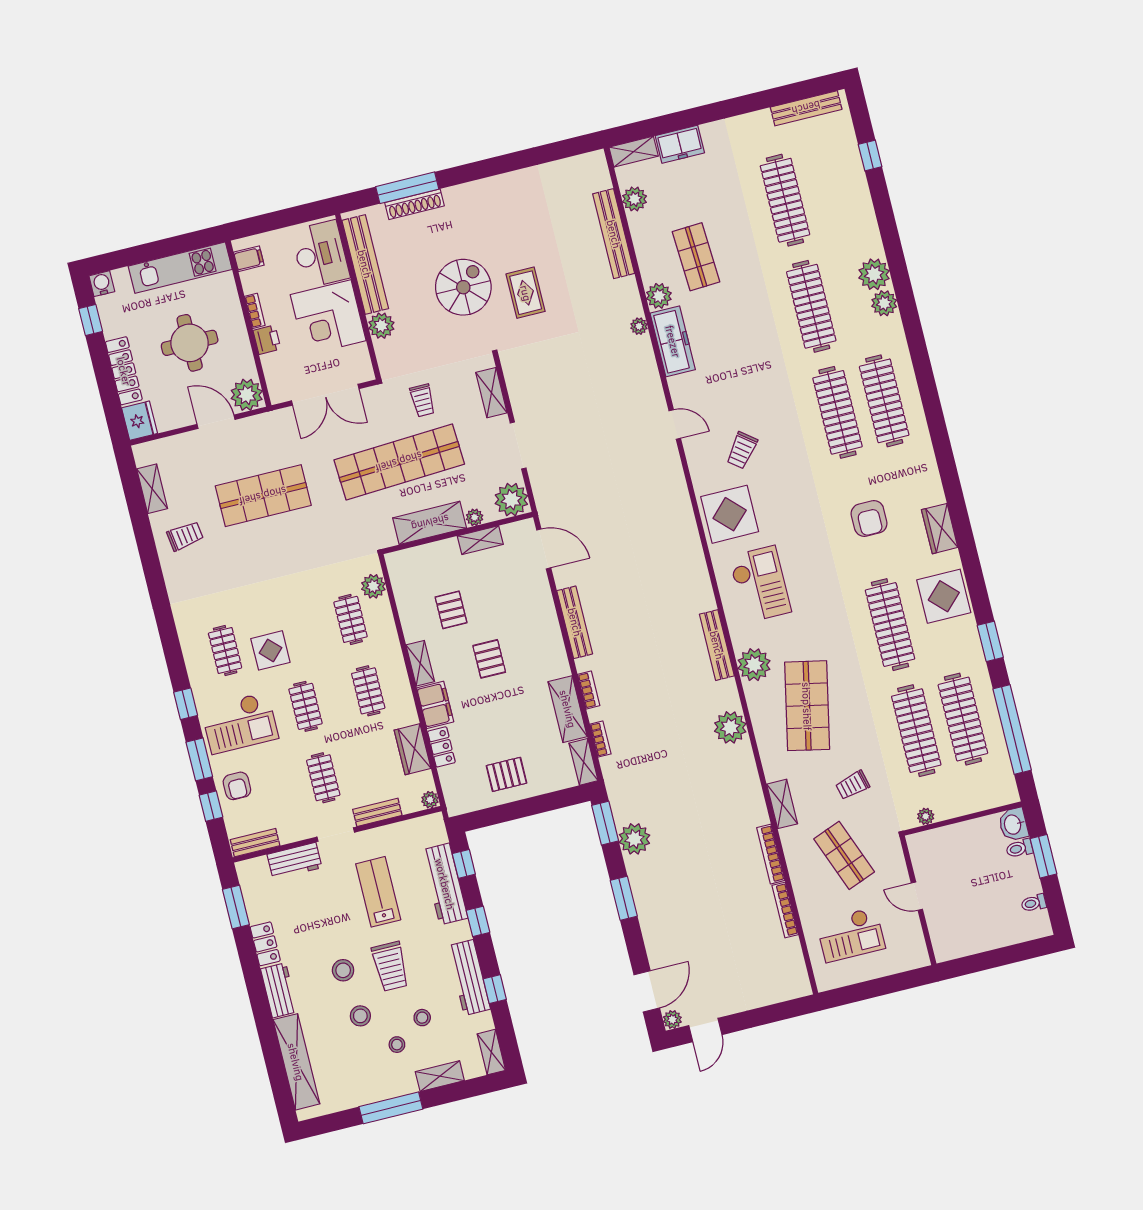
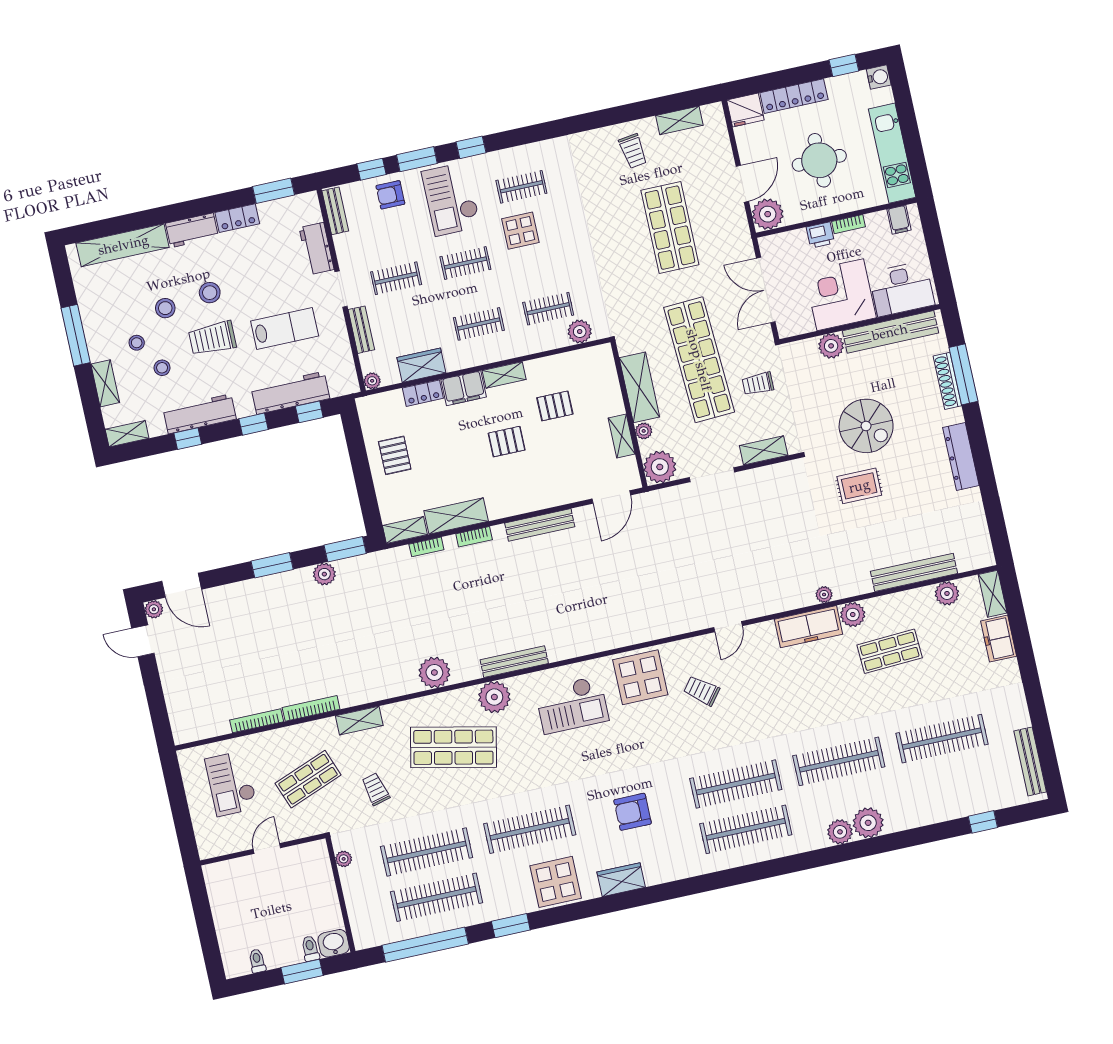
dresser: (492, 188) -> (961, 456), added
plant: (634, 839) -> (324, 574), width x0.73, depth x0.73

